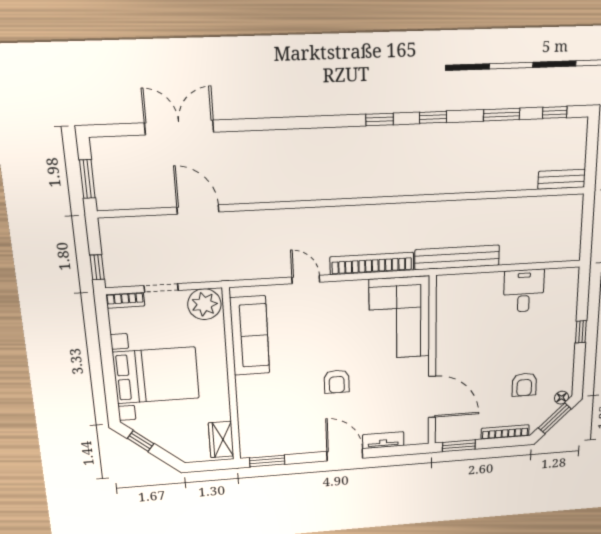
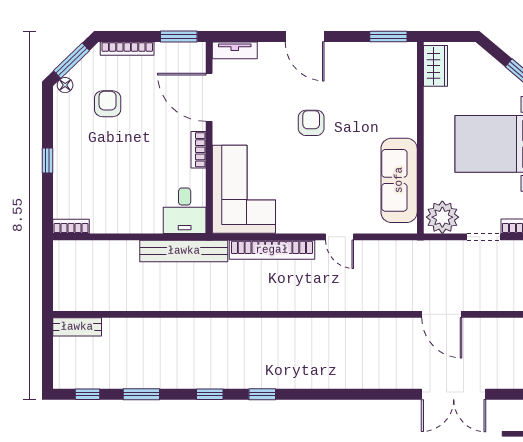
bookcase: (563, 274) -> (71, 226), added
desk: (524, 291) -> (185, 211), moved
bookcase: (442, 351) -> (198, 150), added
tv unit: (383, 440) -> (235, 50), moved

